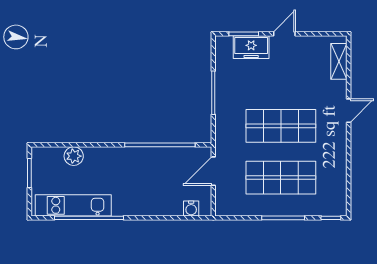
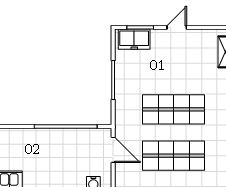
freezer: (251, 47) -> (134, 39), moved
door: (213, 171) -> (113, 150), swing flipped

